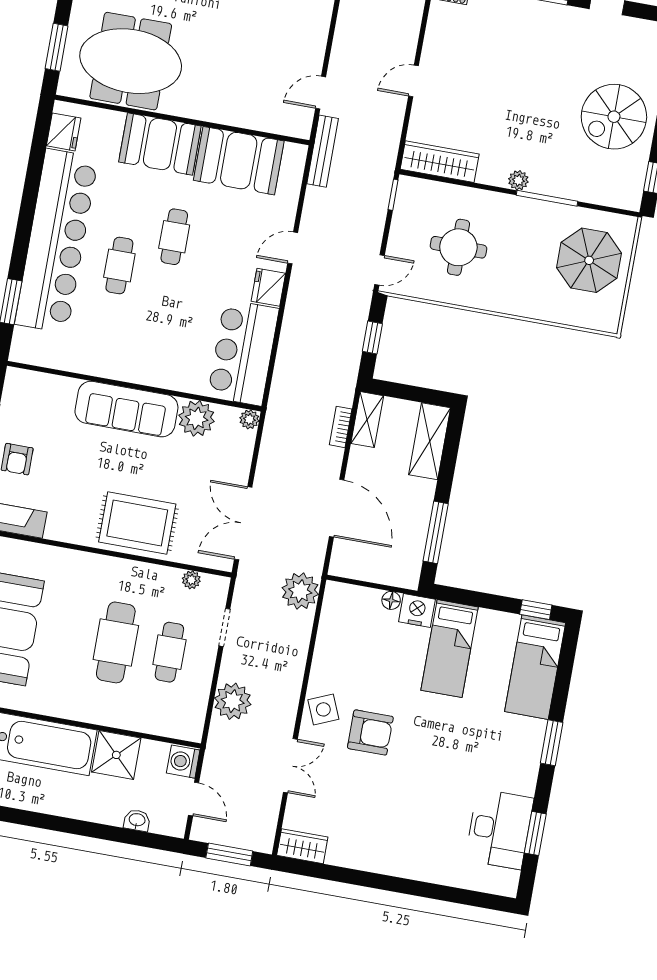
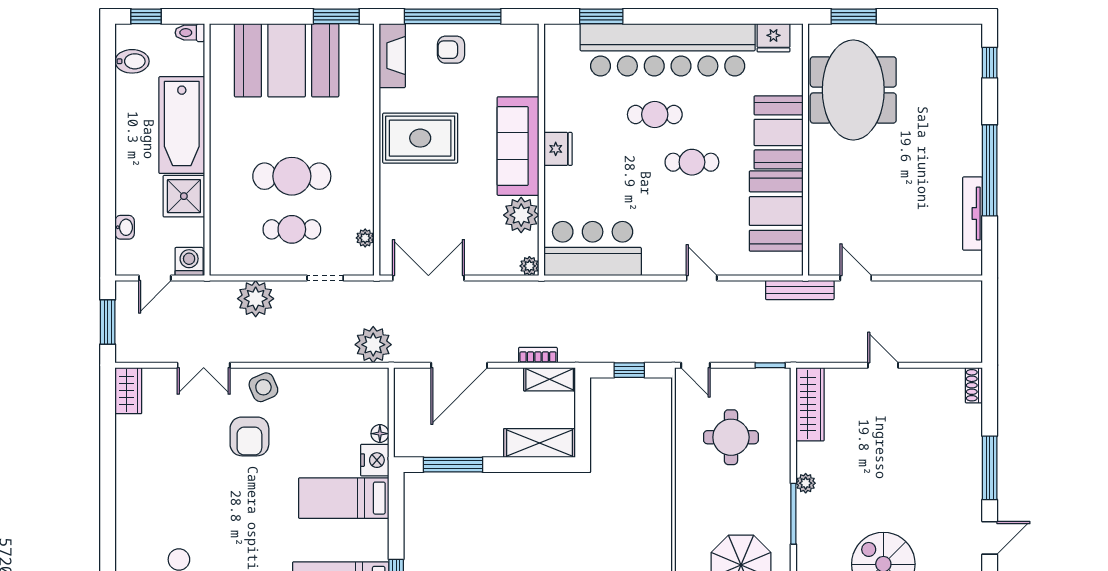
fridge: (268, 287) -> (558, 149), moved, turned 90
rug: (137, 523) -> (420, 138), moved, turned 90

